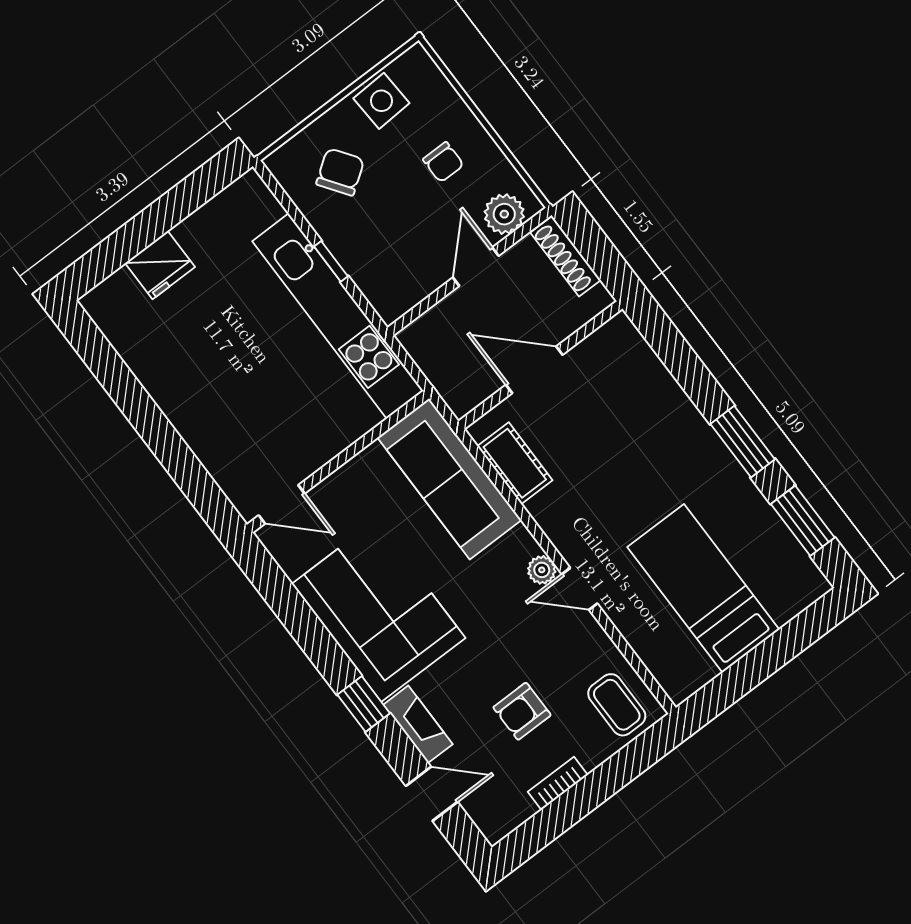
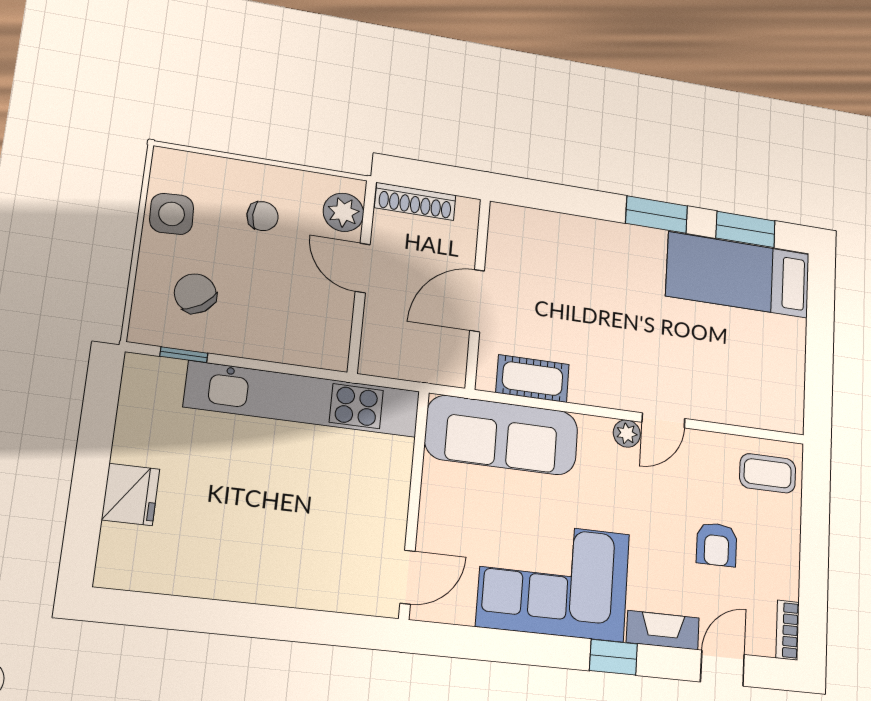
window: (331, 261) -> (184, 355), moved
bed: (703, 588) -> (738, 275), moved
bookcase: (558, 783) -> (788, 630), moved

